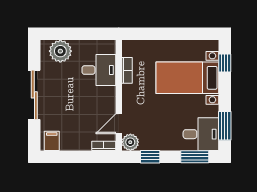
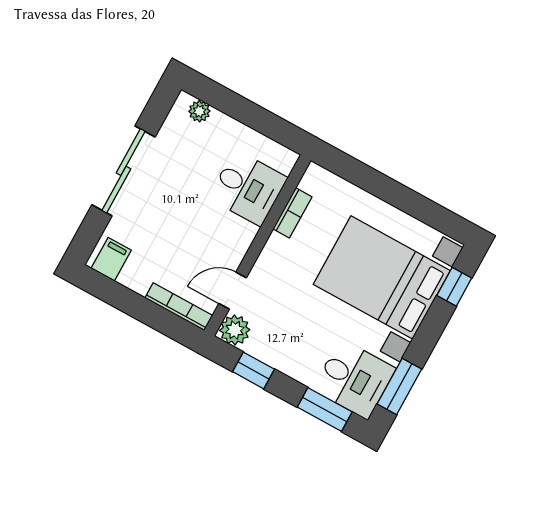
plant: (60, 51) -> (199, 111), width x0.53, depth x0.53
bed with nightstands: (187, 78) -> (382, 277), width x1.36
bookcase: (104, 146) -> (179, 307), width x1.56

